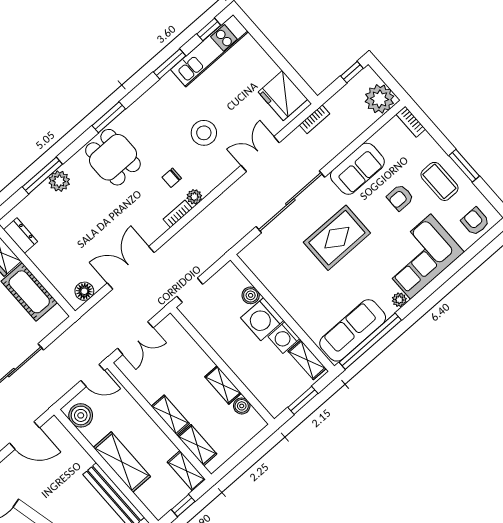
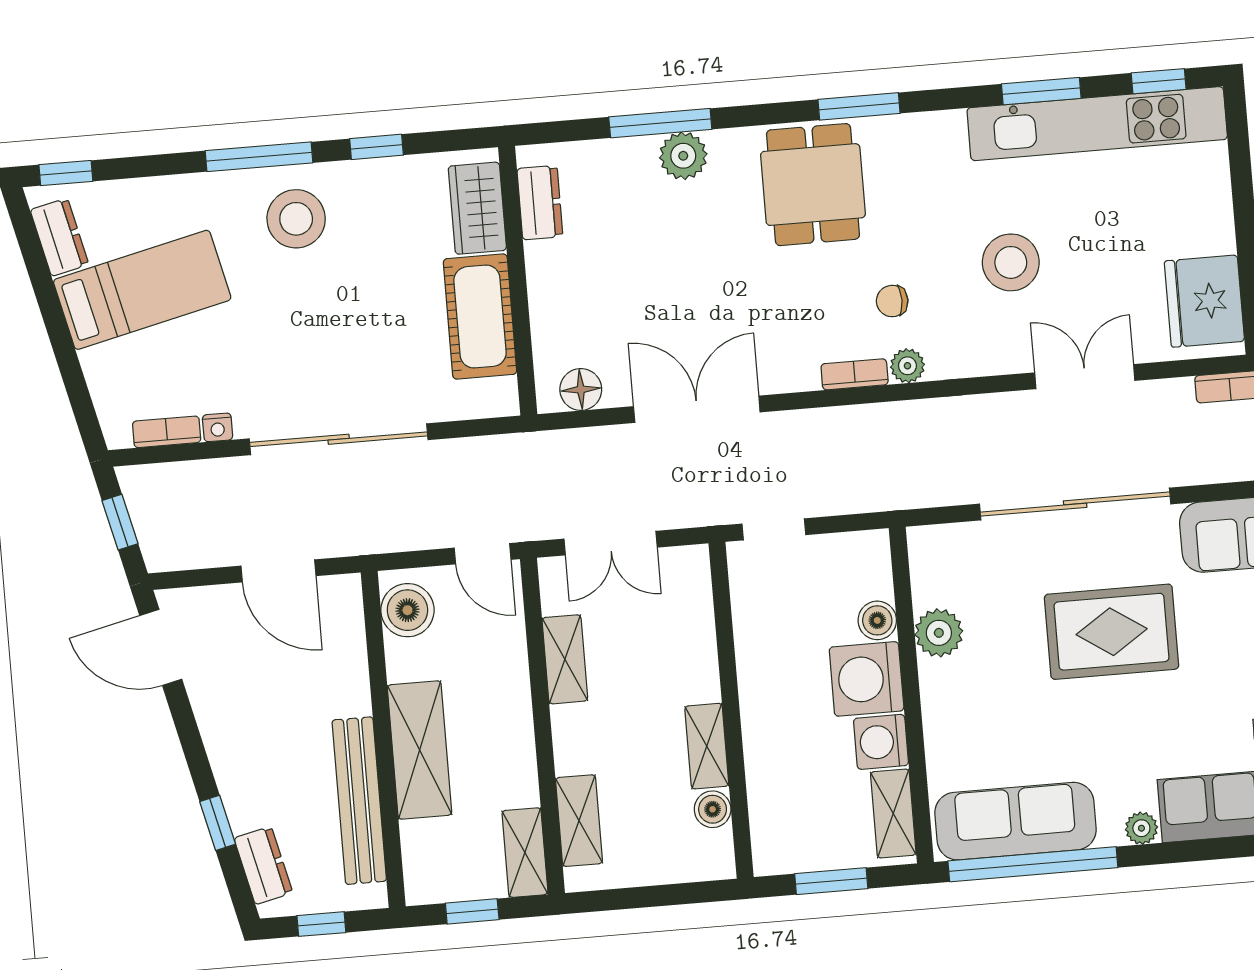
kitchen unit: (209, 51) -> (1097, 124), width x1.36
plant: (276, 284) -> (939, 633), added
shelving: (170, 415) -> (565, 659), moved

